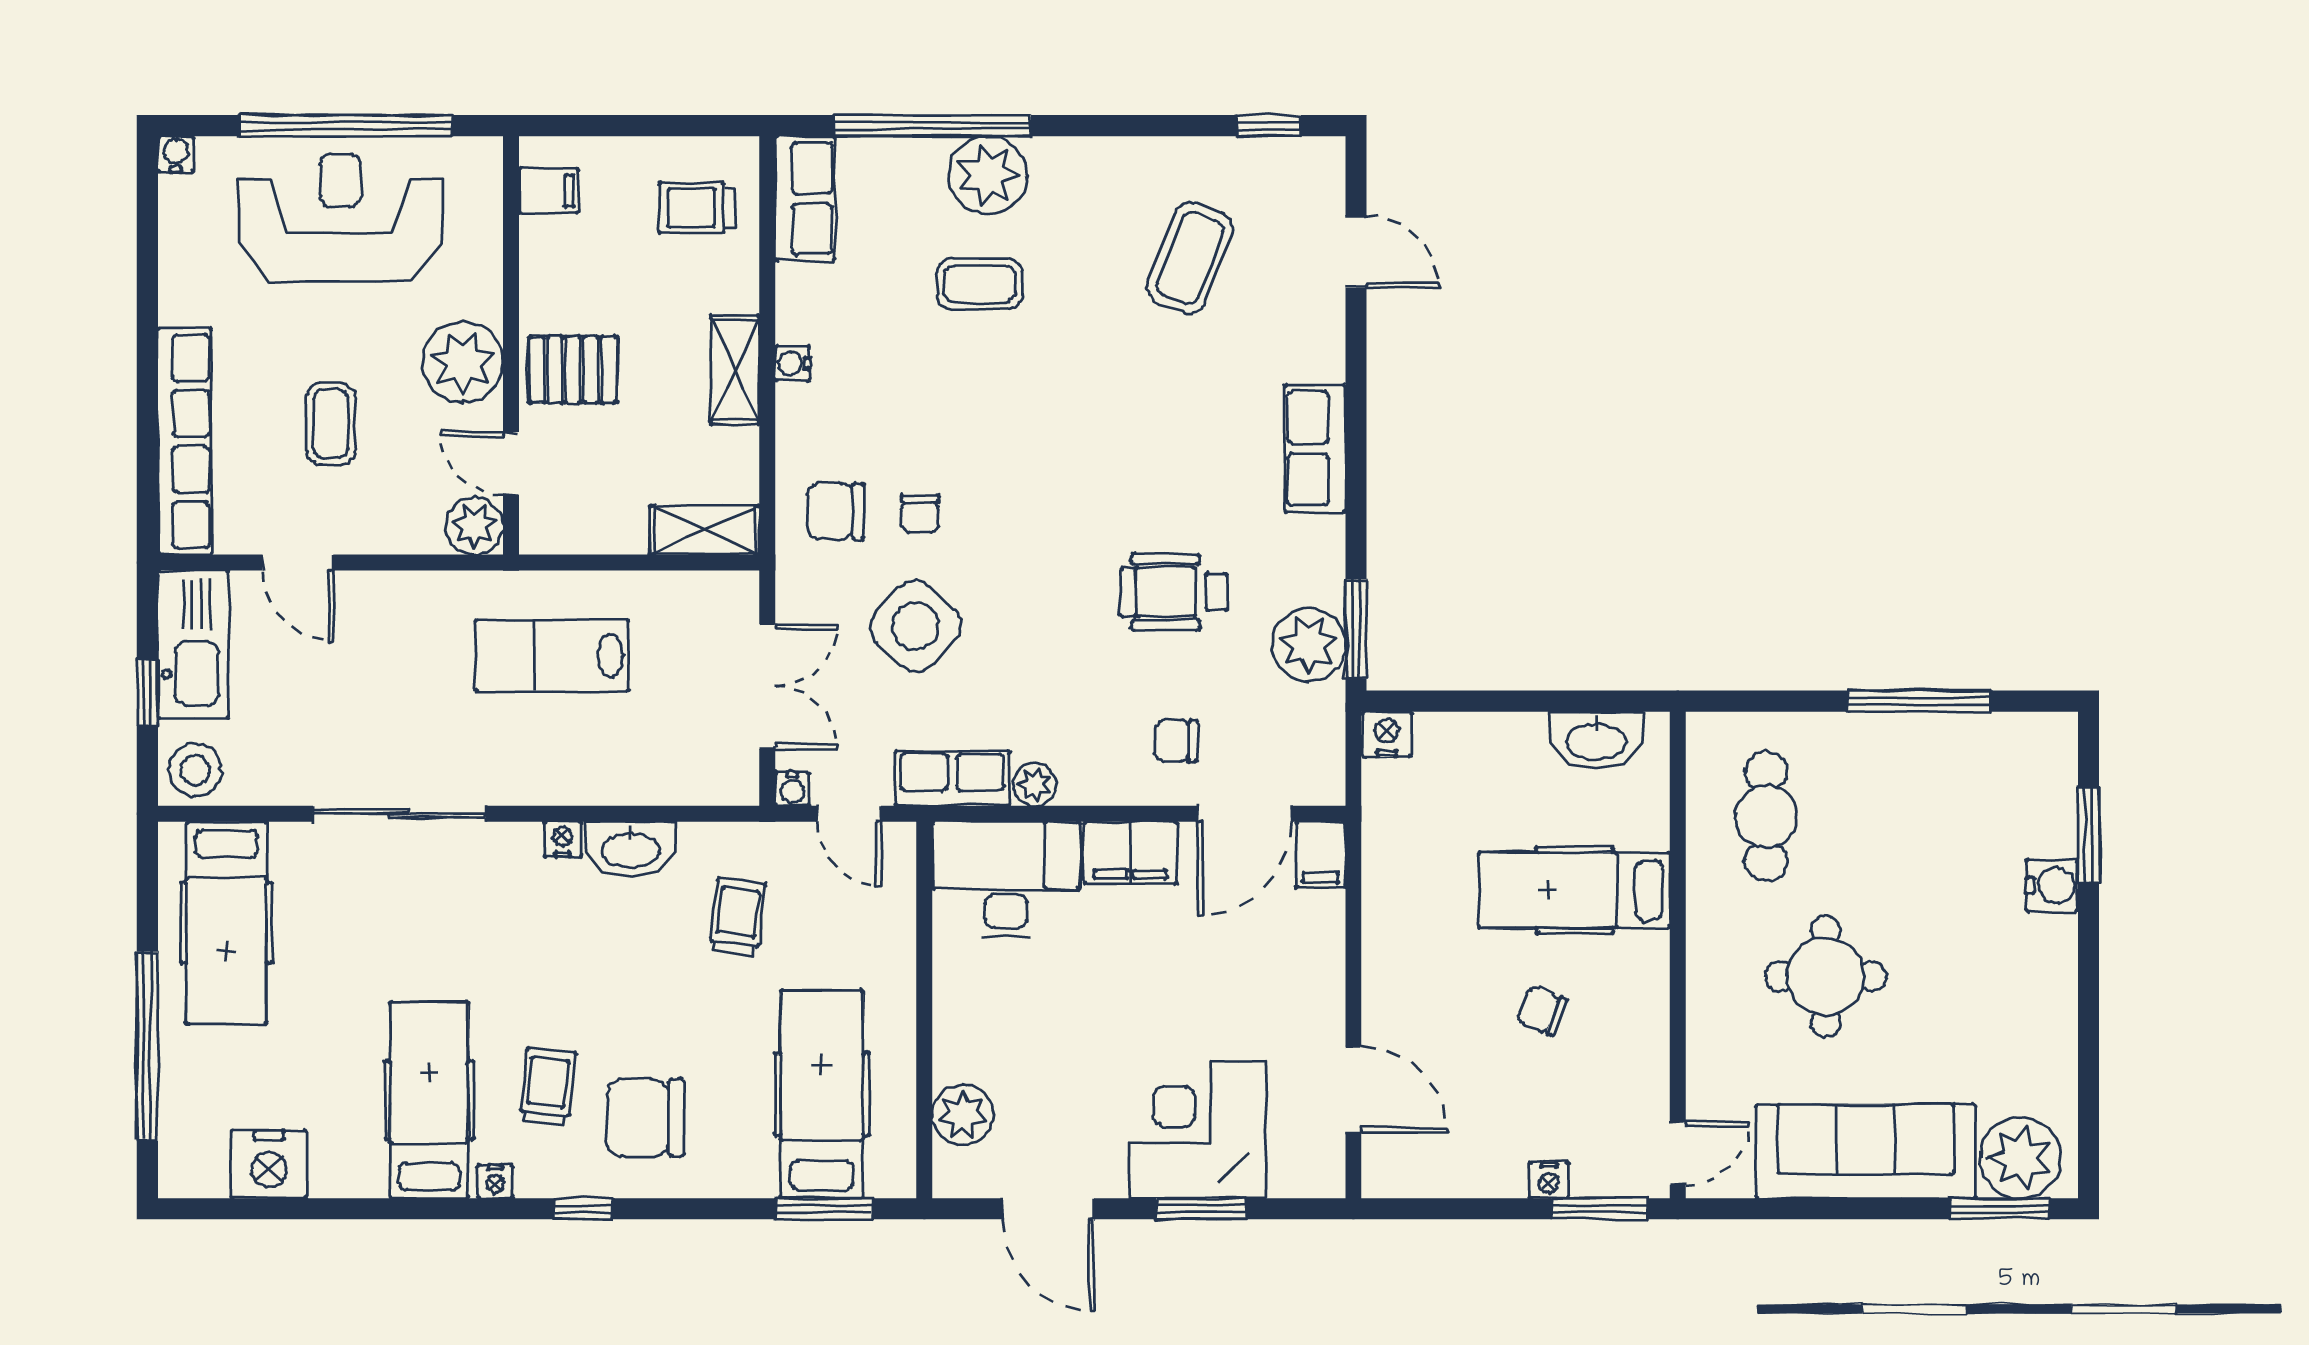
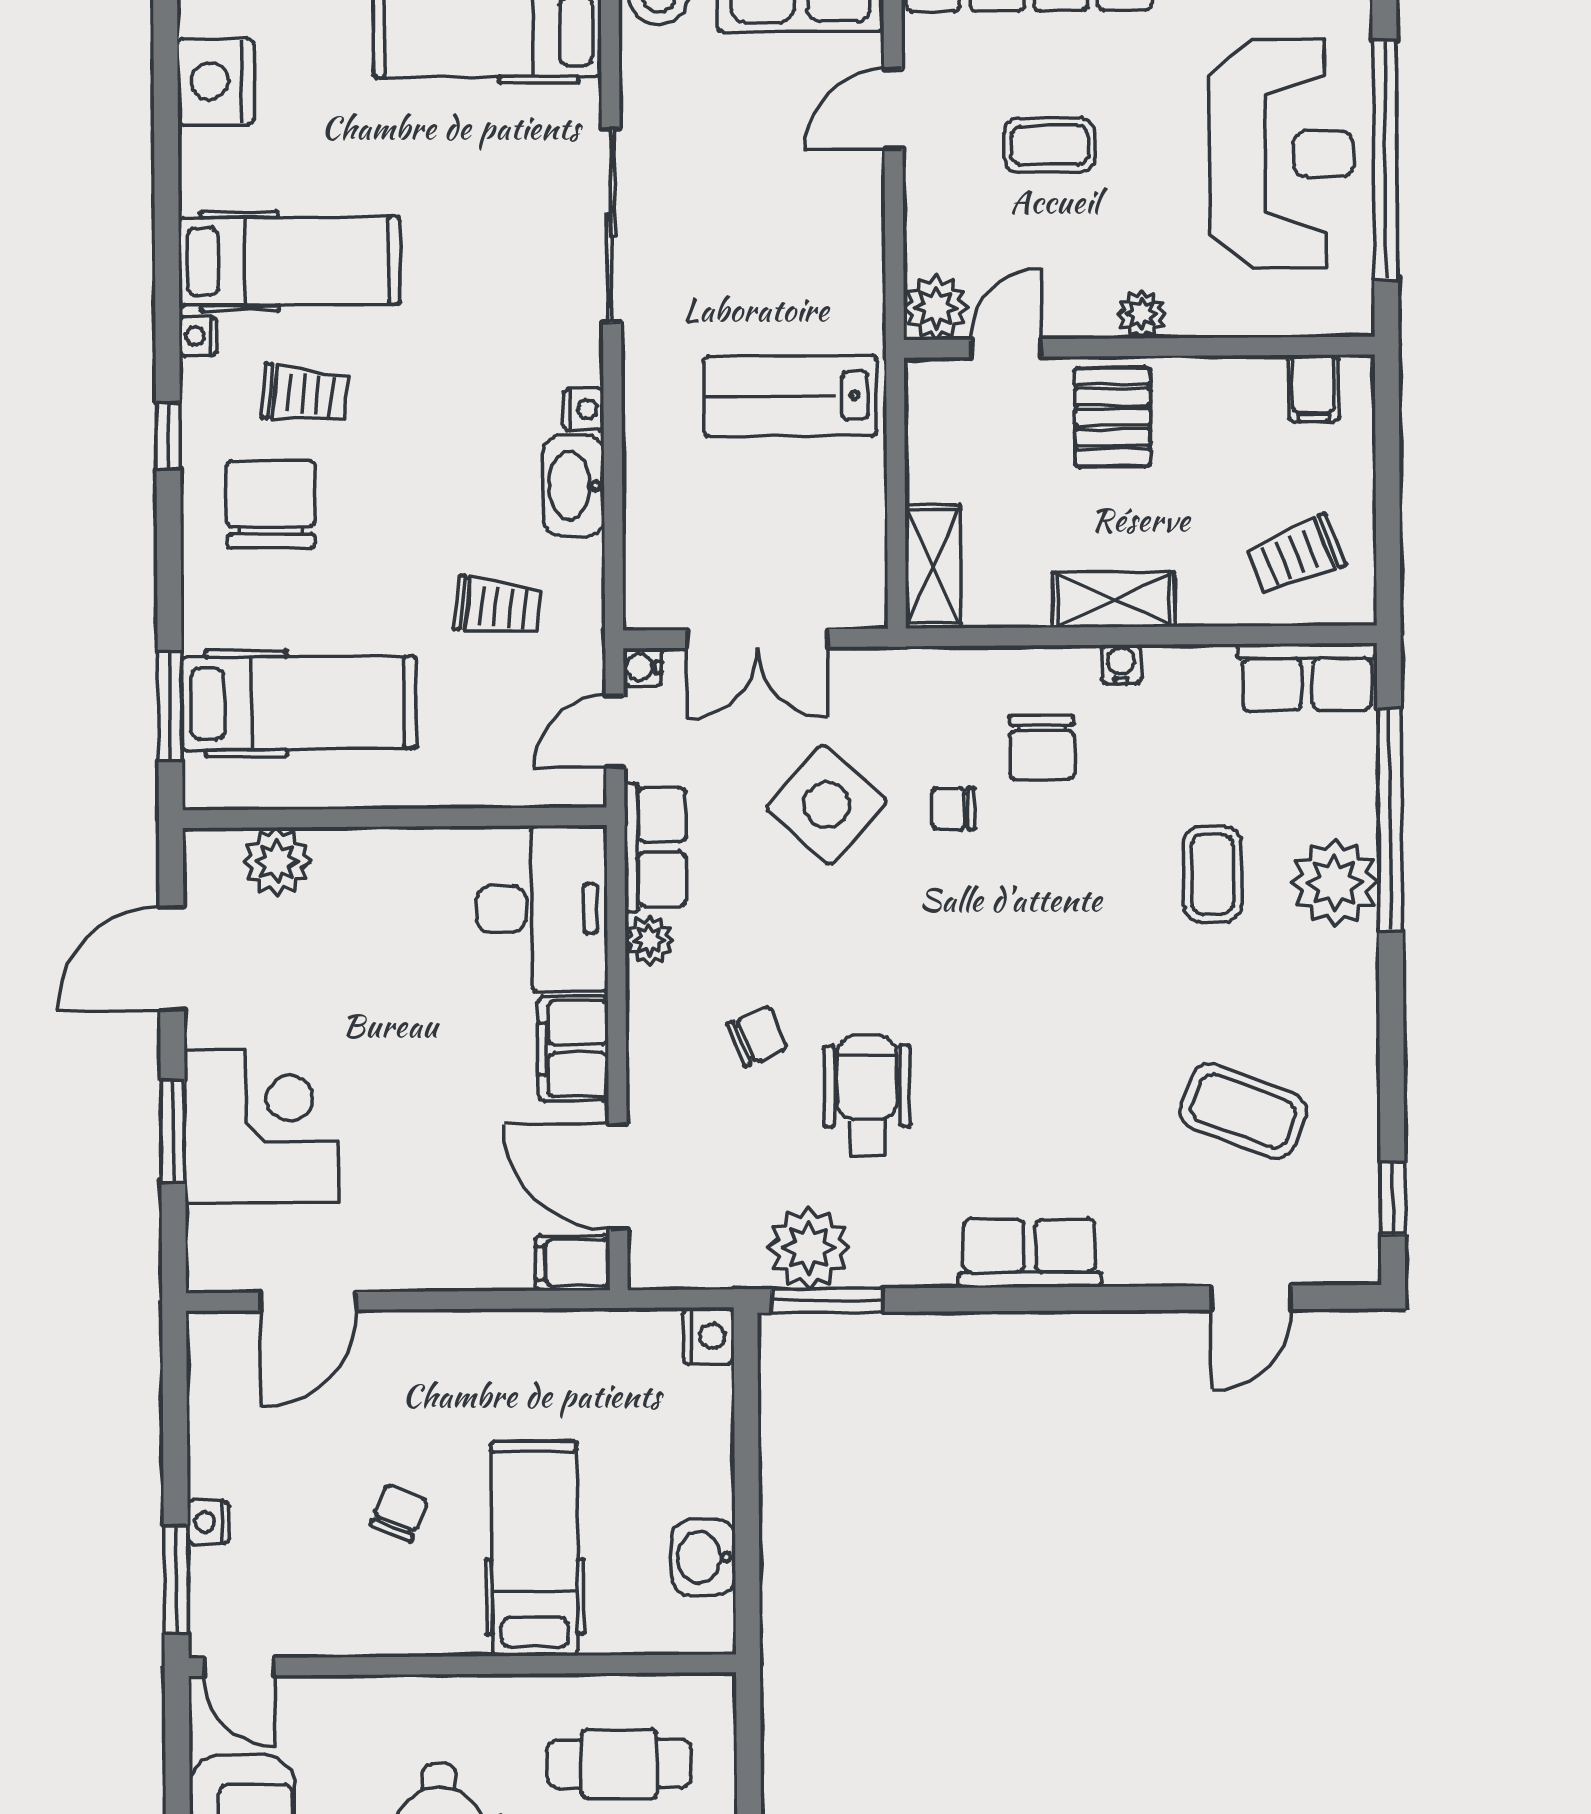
trolley: (697, 208) -> (1296, 555), turned -112
plant: (463, 362) -> (1141, 314), width x0.53, depth x0.53
chair: (835, 511) -> (1042, 747), moved, turned 180
lab bench: (552, 656) -> (790, 396), turned -90
washbasin: (1596, 740) -> (703, 1557), width x0.72
chair: (1176, 741) -> (757, 1036), moved, turned 65

